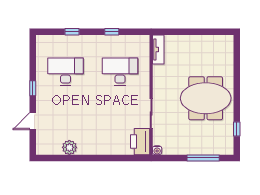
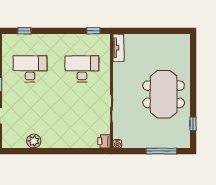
window: (72, 32) -> (24, 31), moved
window: (112, 32) -> (93, 31), moved
meeting table: (206, 98) -> (164, 94), turned 90
printer: (140, 142) -> (104, 141), width x0.53, depth x0.68

